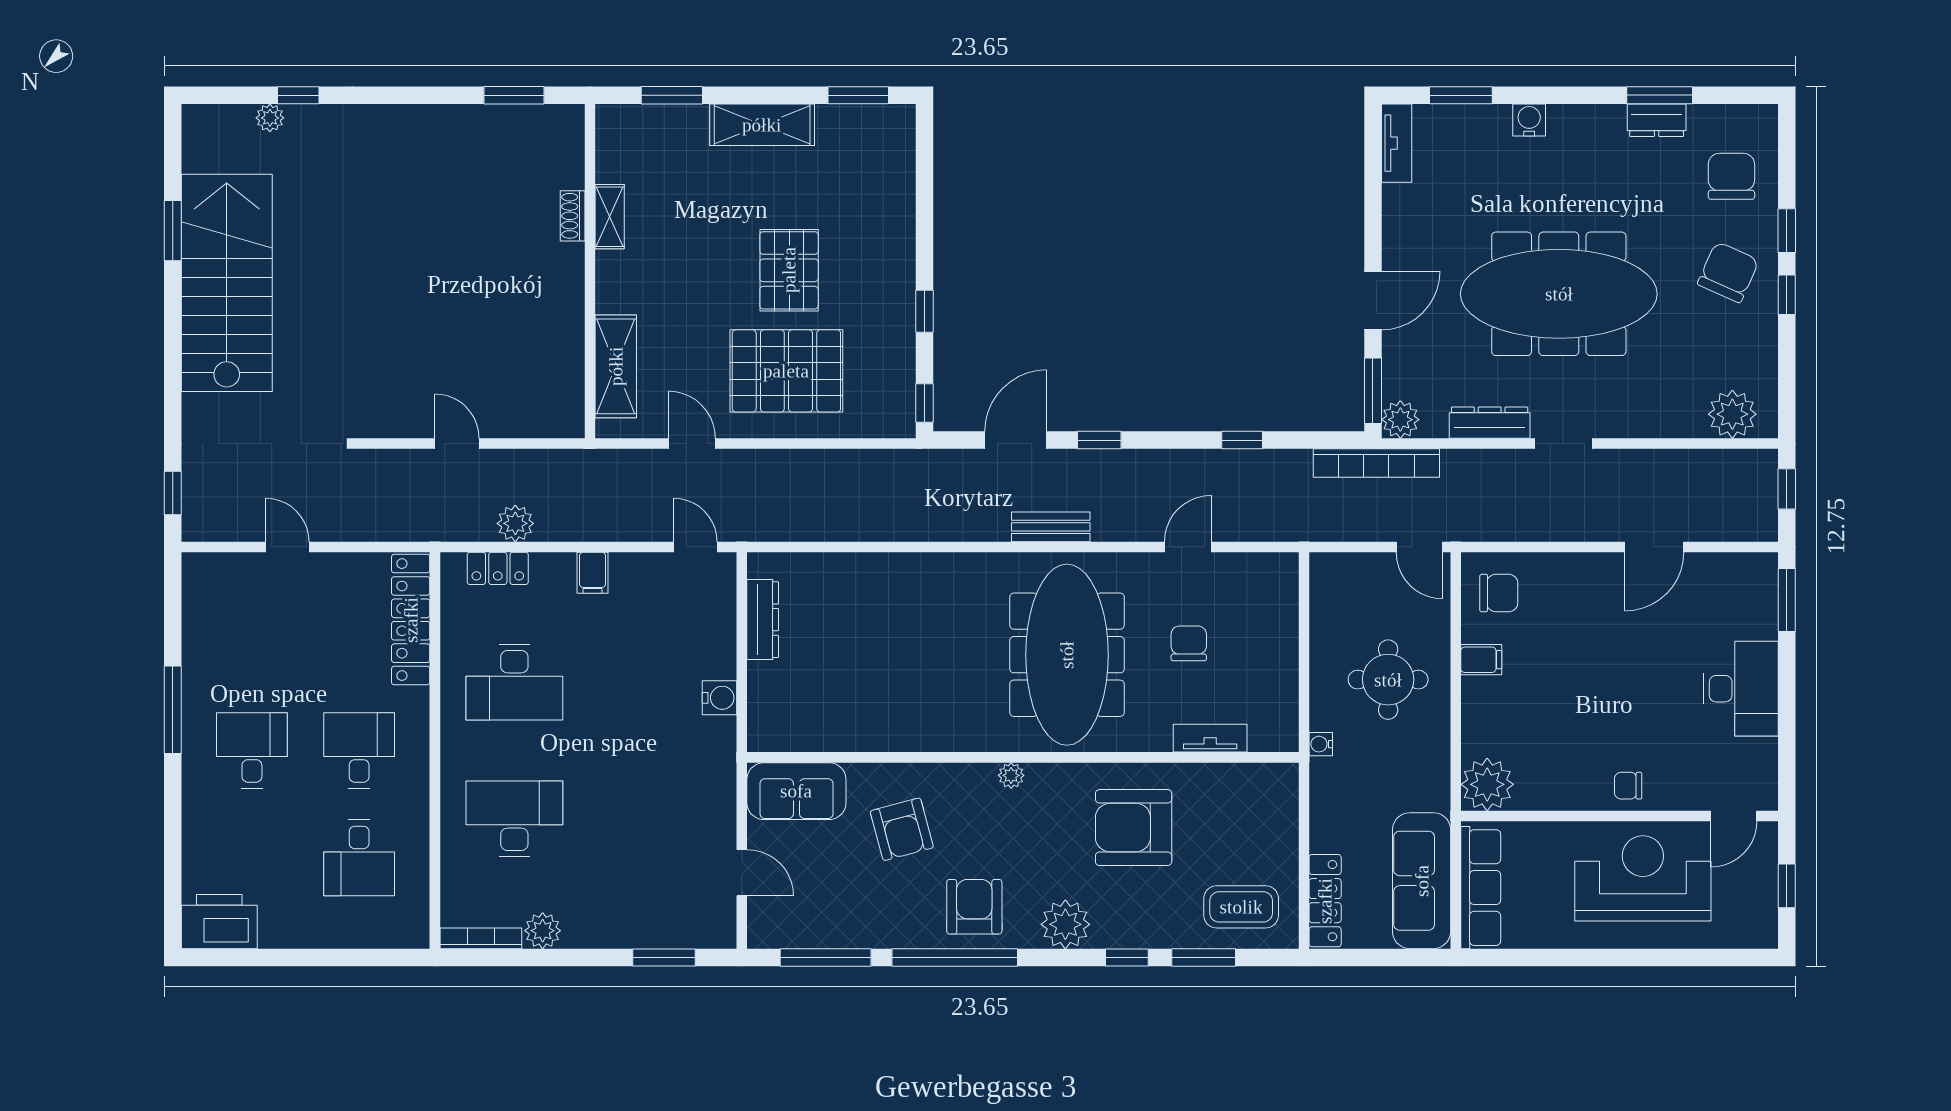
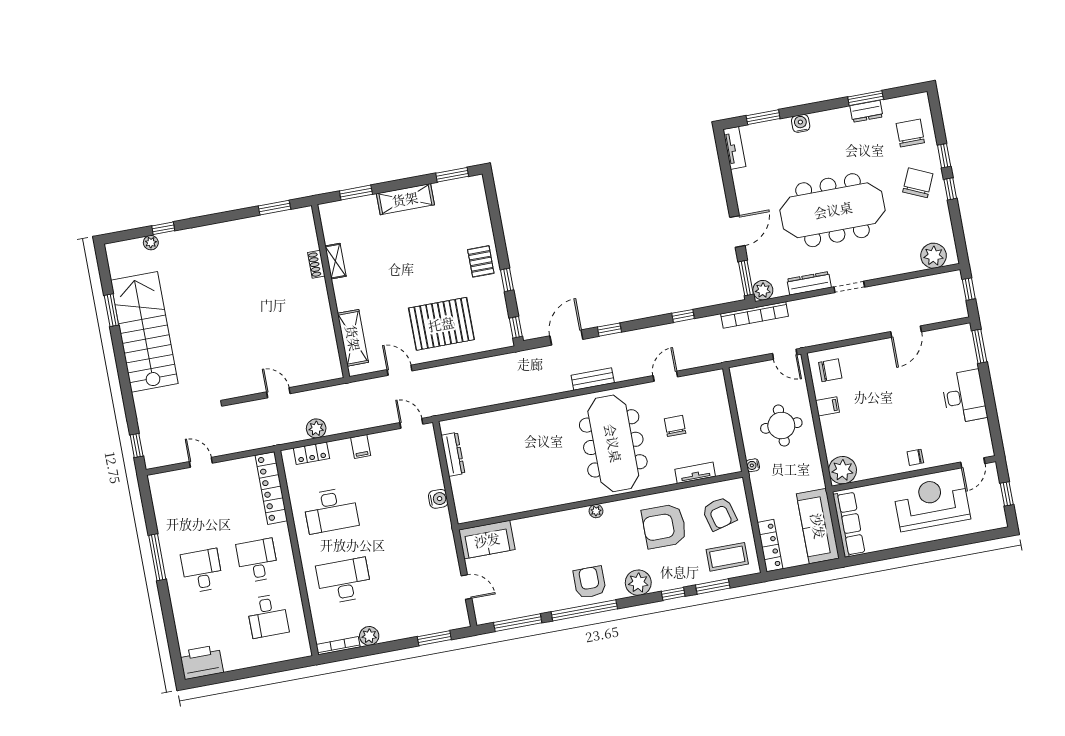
pallet: (789, 270) -> (481, 261), moved, width x0.67, depth x0.71
armchair: (902, 829) -> (719, 514), moved

